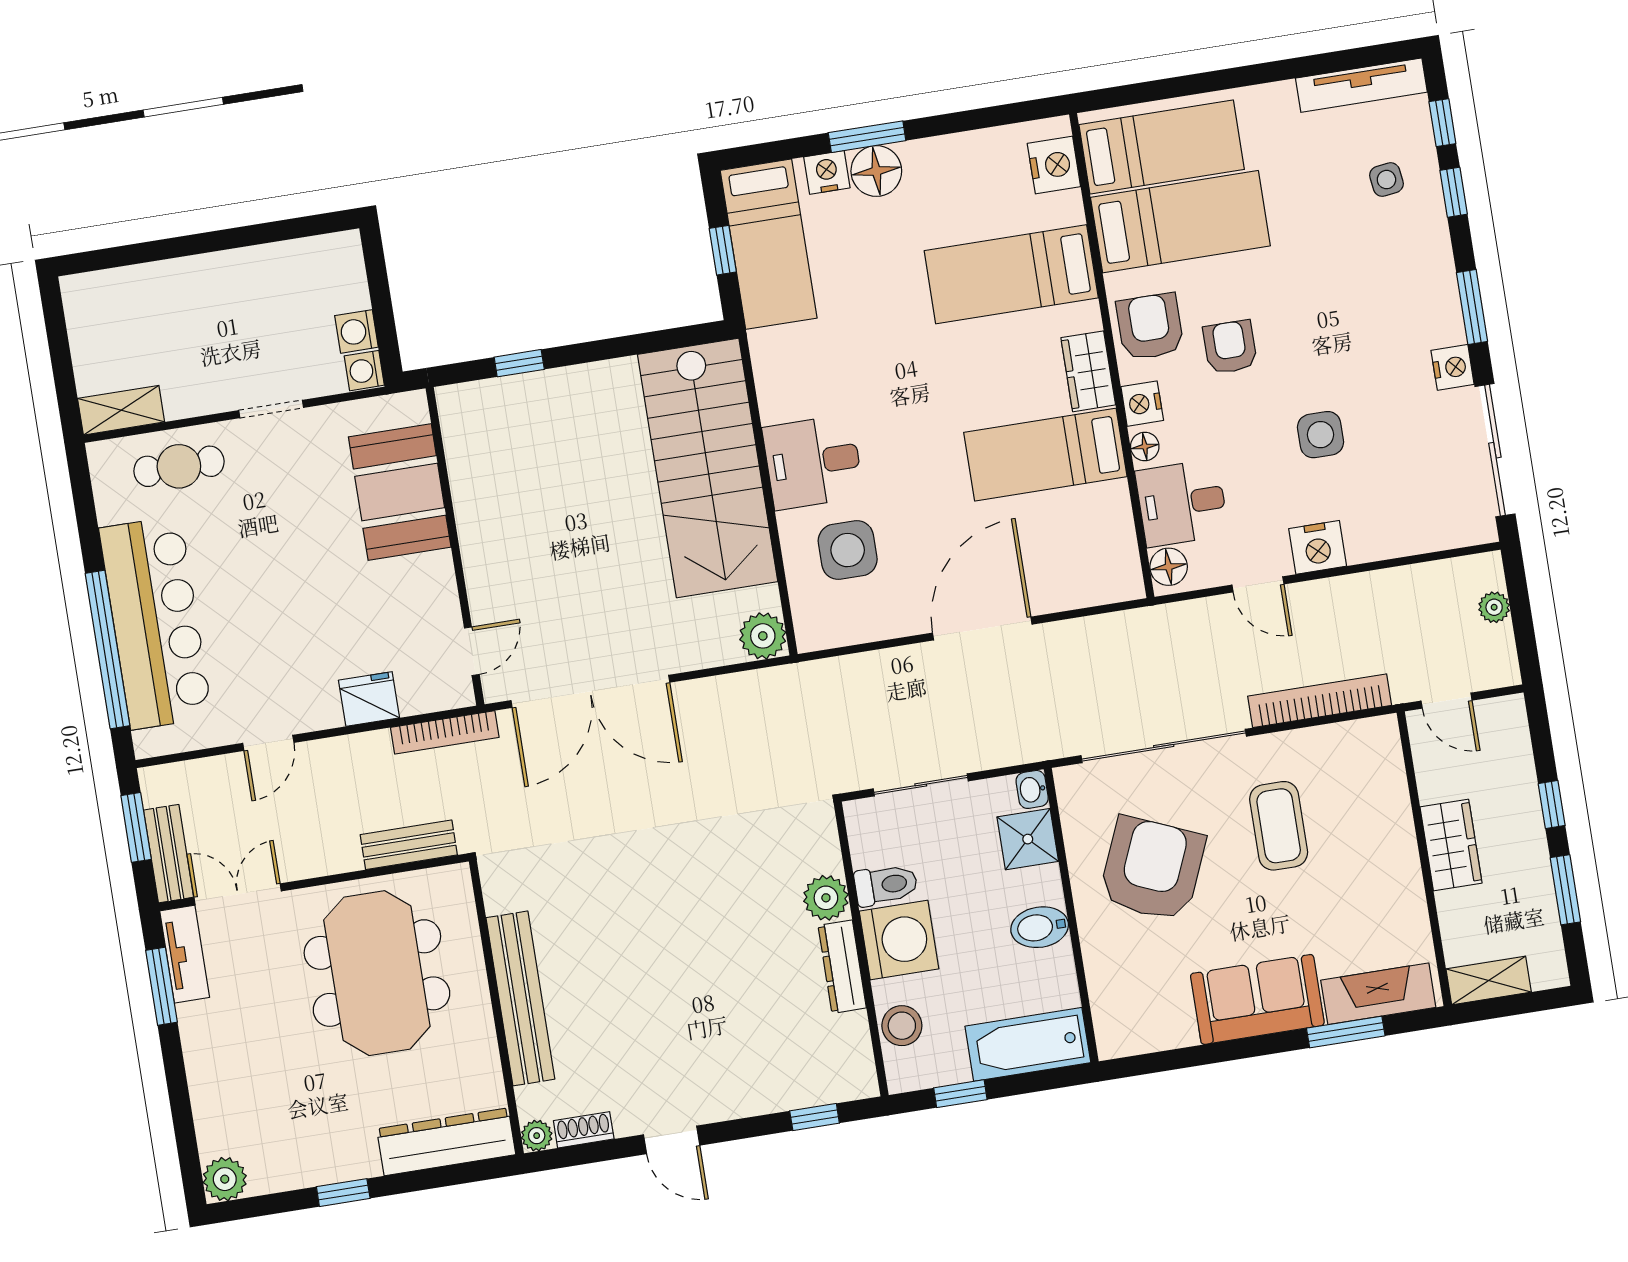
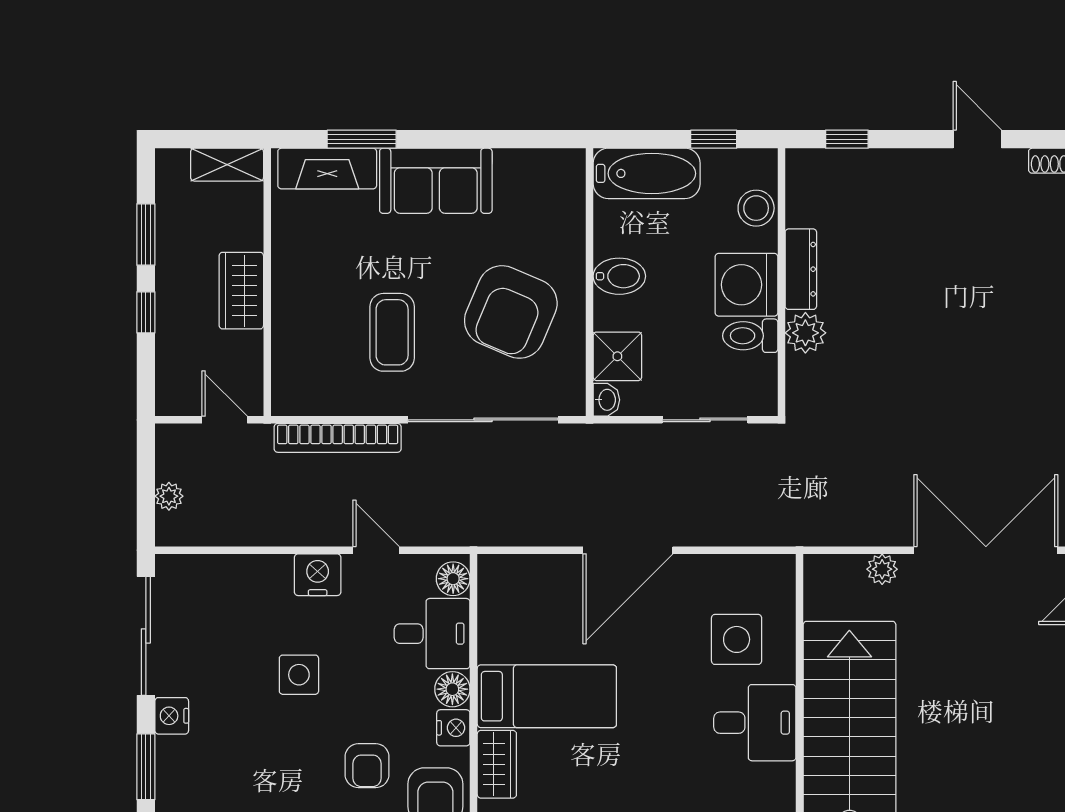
floor lamp: (1145, 446) -> (452, 689), width x1.37, depth x1.37
plant: (763, 636) -> (882, 569), moved, width x0.73, depth x0.73

